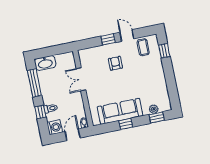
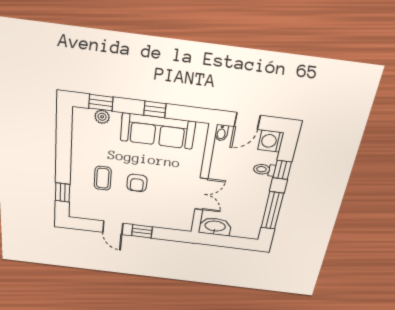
coffee table: (143, 47) -> (103, 178), moved
washbasin: (45, 63) -> (215, 227), moved
armchair: (115, 63) -> (137, 183), moved

